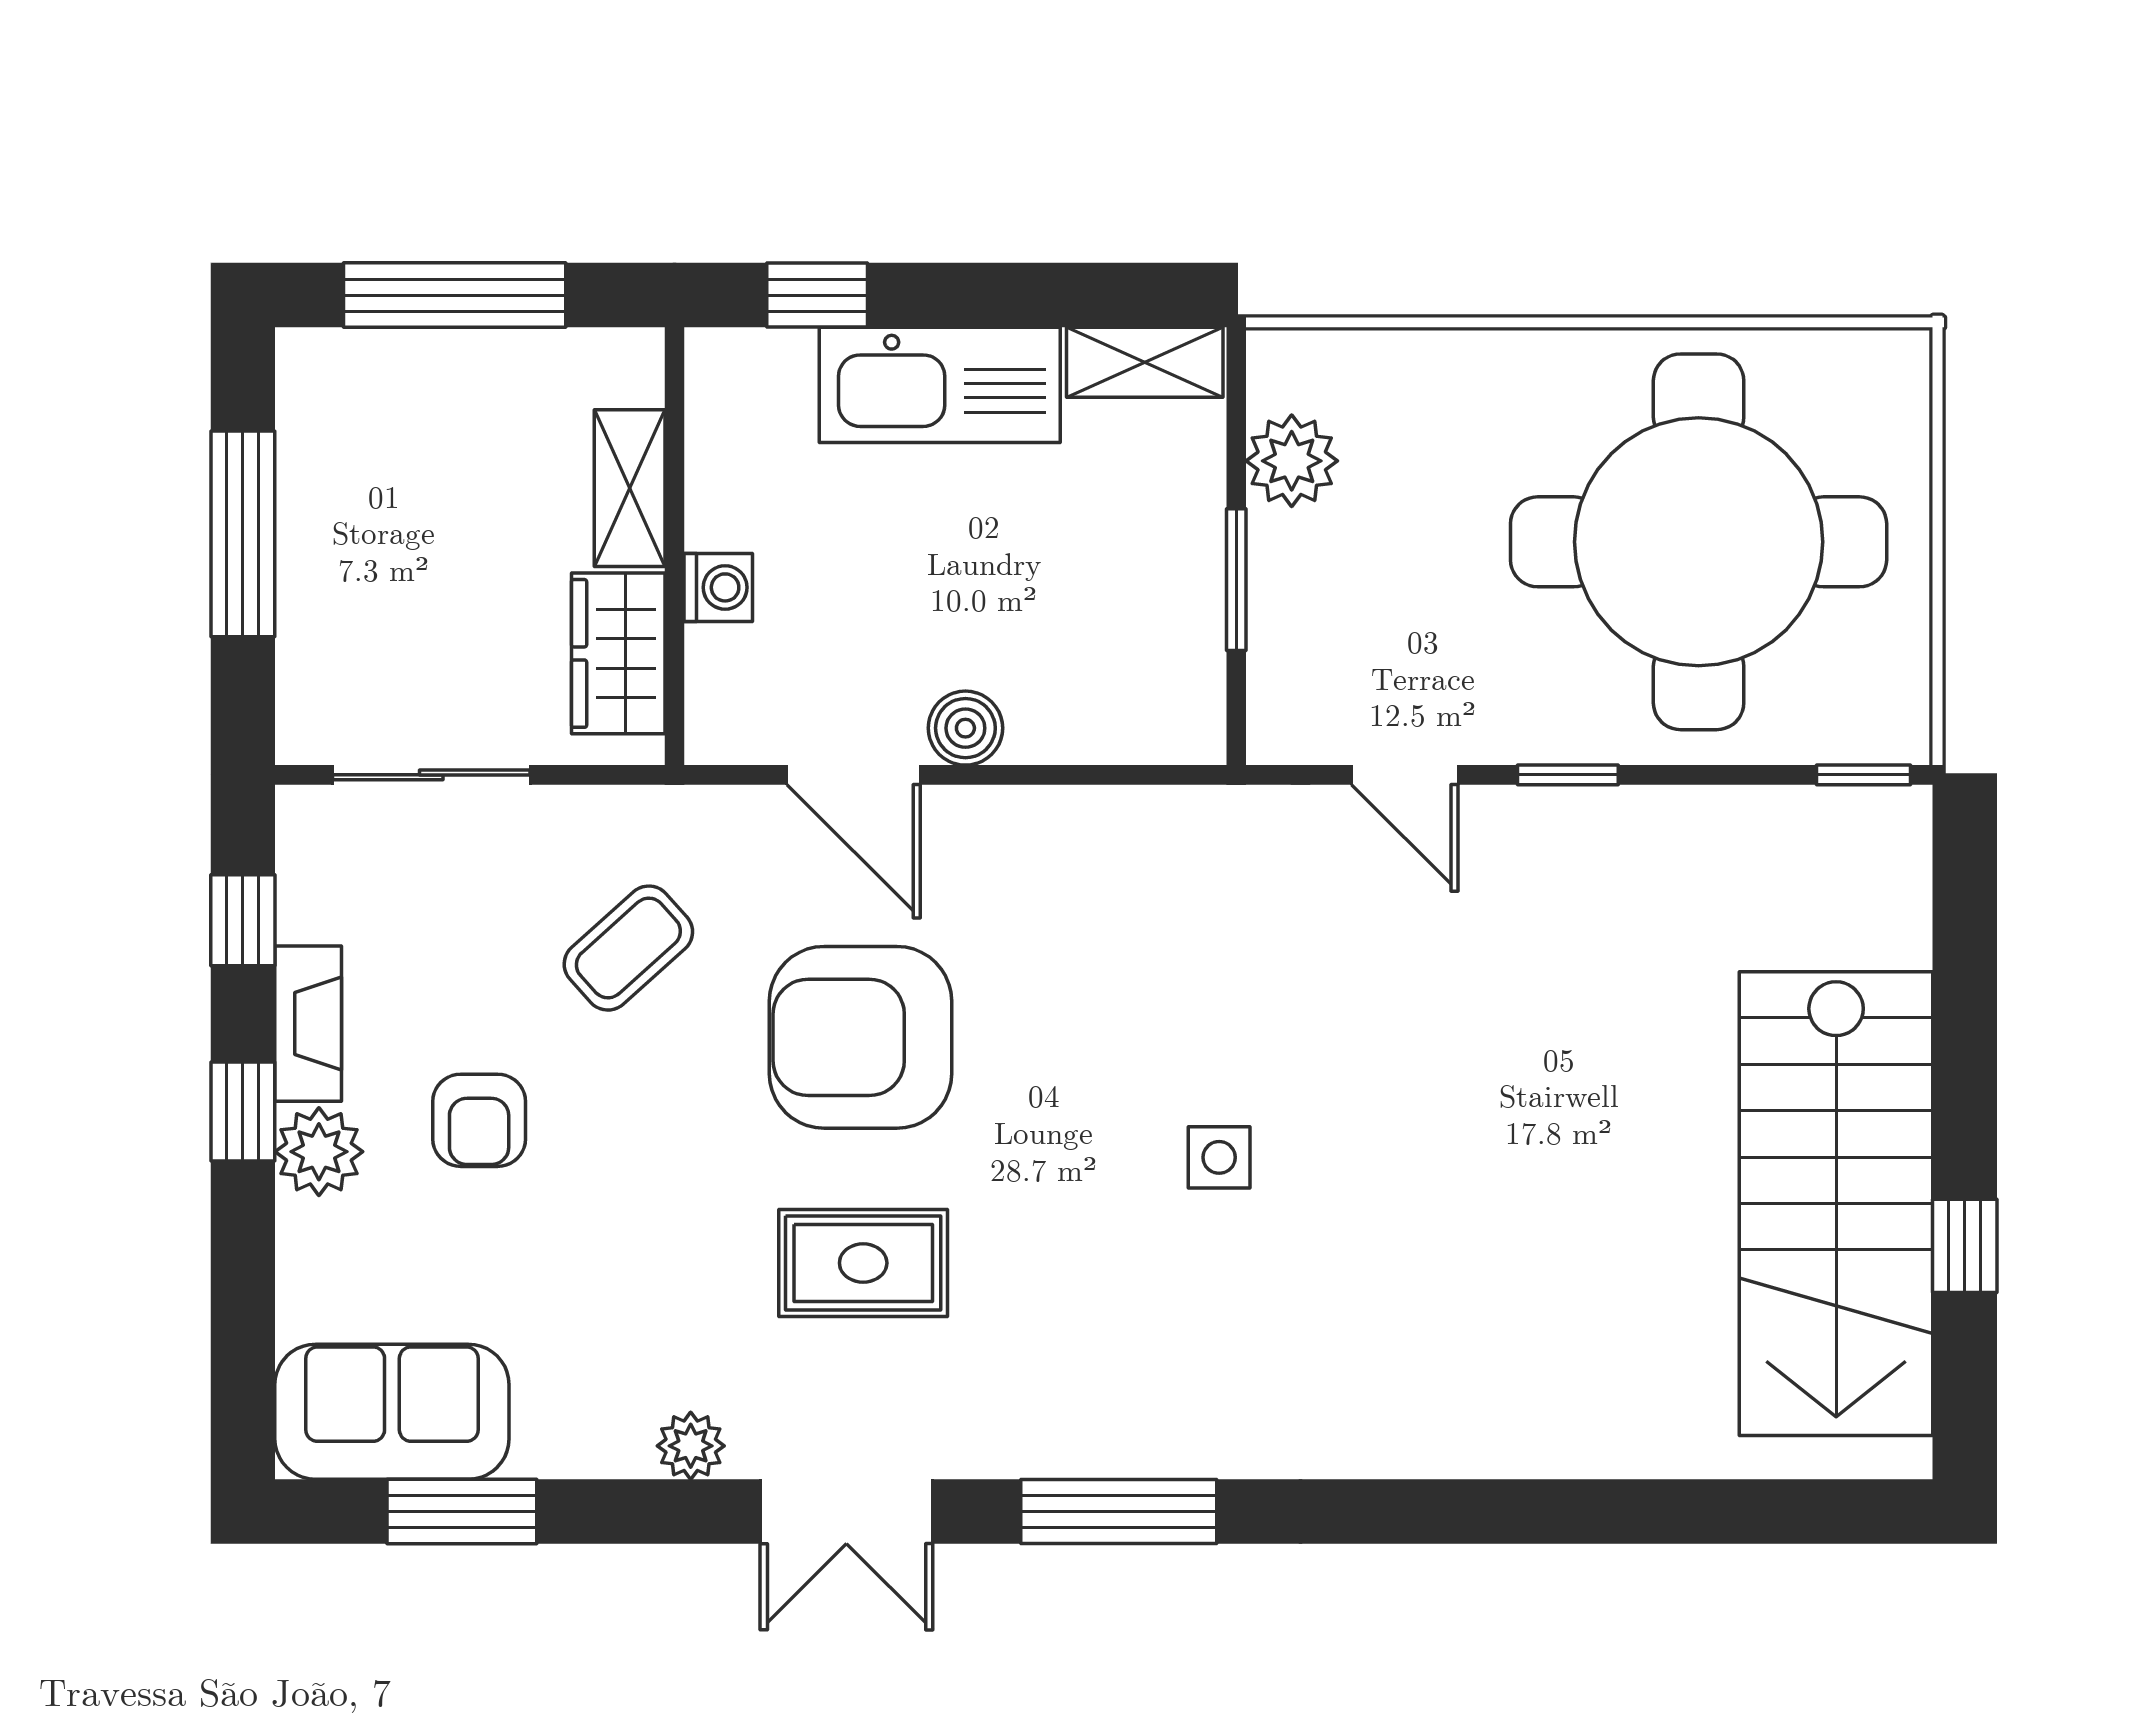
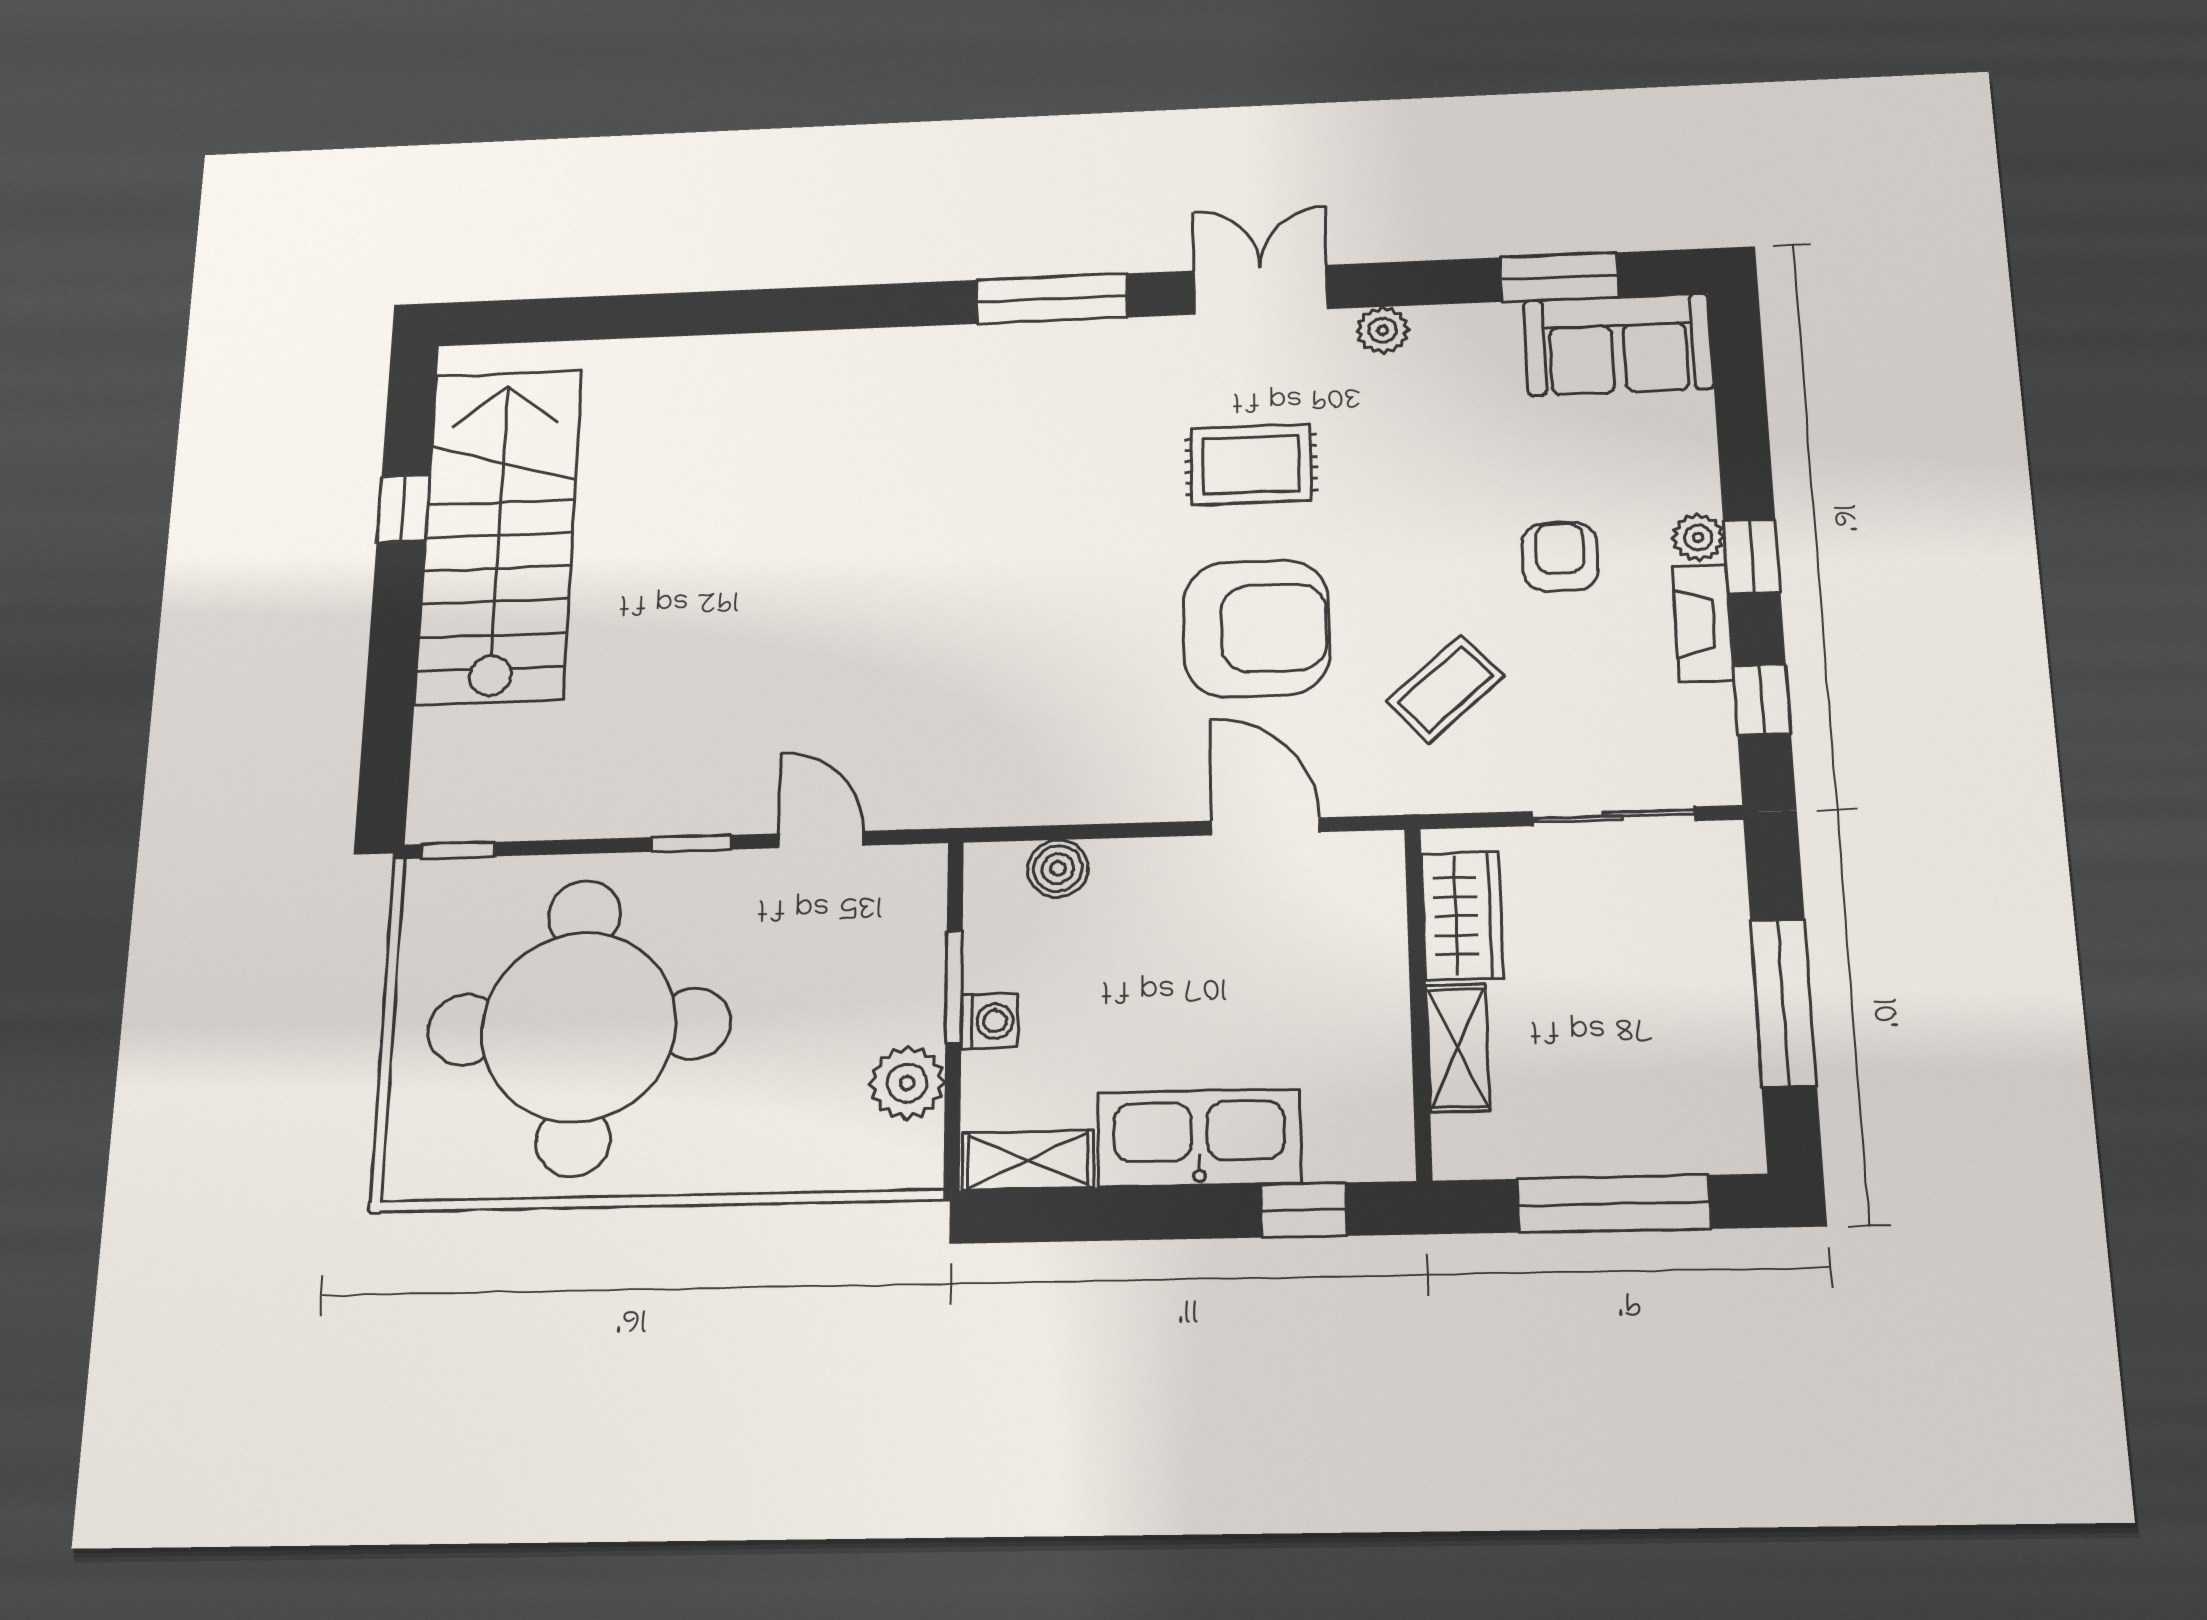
washing machine: (718, 587) -> (989, 1021), moved, turned 180
boiler: (965, 728) -> (1058, 869), moved
plant: (319, 1152) -> (1698, 537), width x0.73, depth x0.73
side table: (1219, 1157) -> (973, 551), removed

